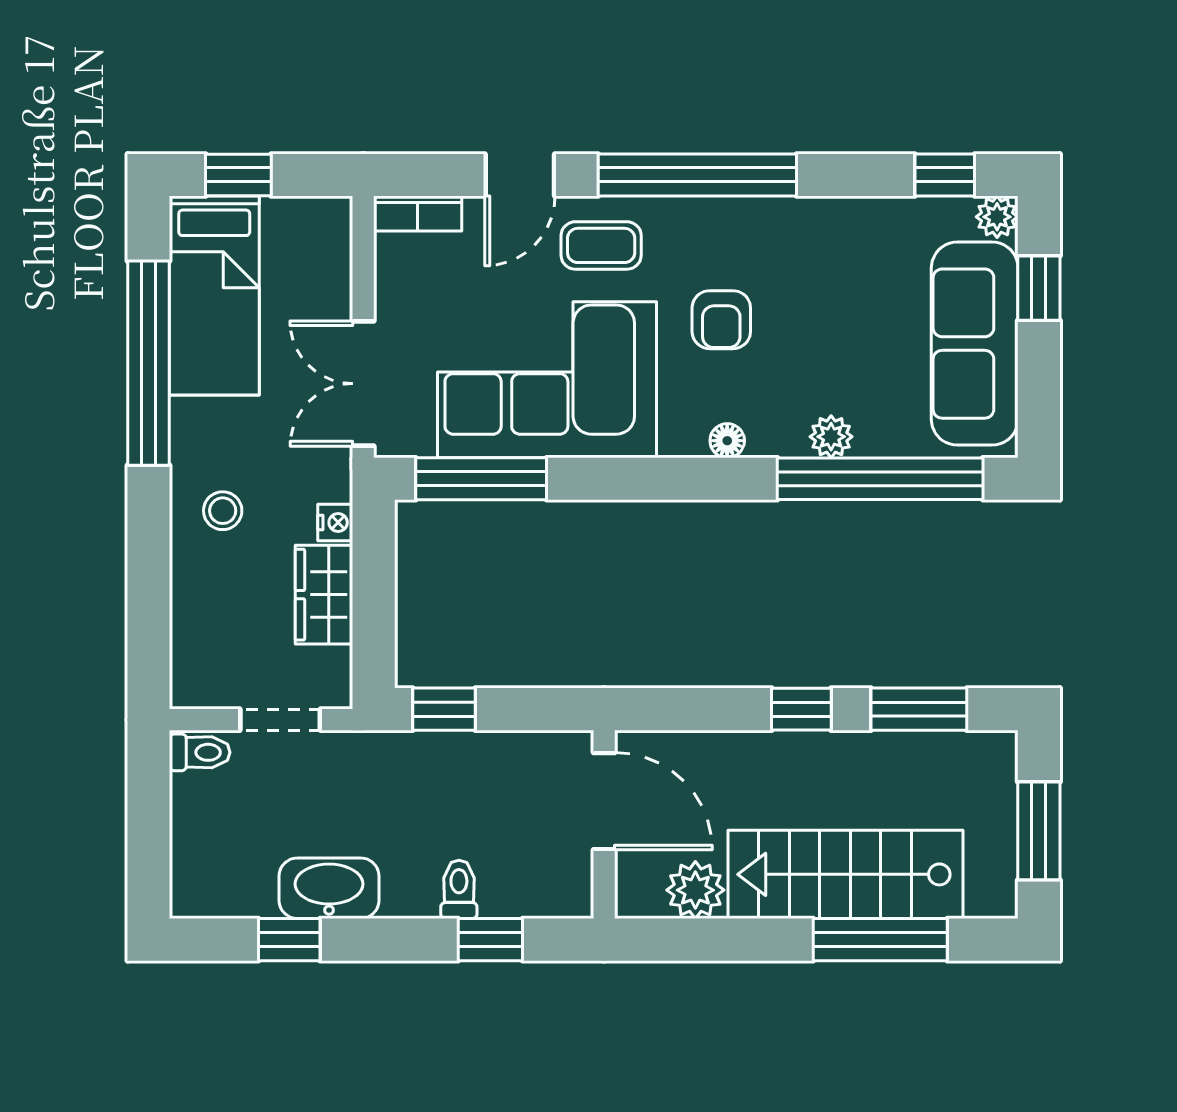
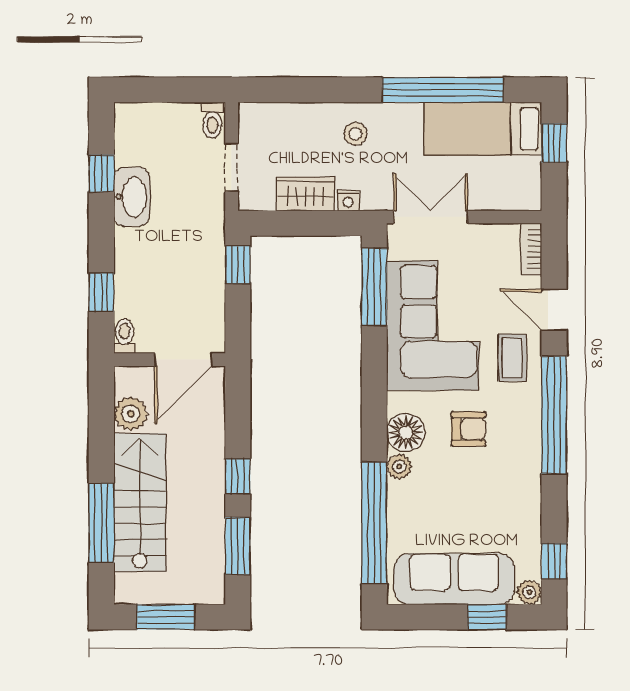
armchair: (721, 320) -> (468, 429), turned 180
plant: (831, 437) -> (399, 467), moved
floor lamp: (727, 441) -> (406, 432), width x1.89, depth x1.89
toilet: (459, 889) -> (124, 336), moved, turned -90

